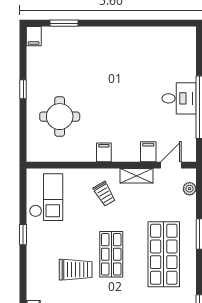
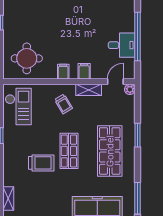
desk: (179, 98) -> (122, 45), moved
round table: (60, 117) -> (27, 58), moved
filing cabinet: (148, 152) -> (84, 71), moved
plant: (190, 189) -> (130, 89), moved

